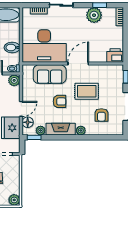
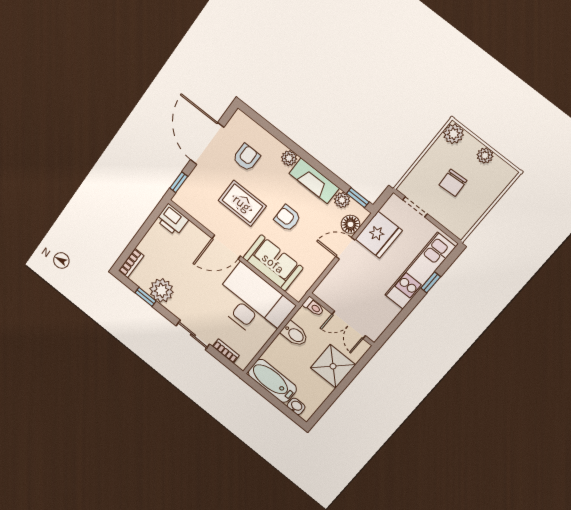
plant: (14, 80) -> (325, 292), removed

